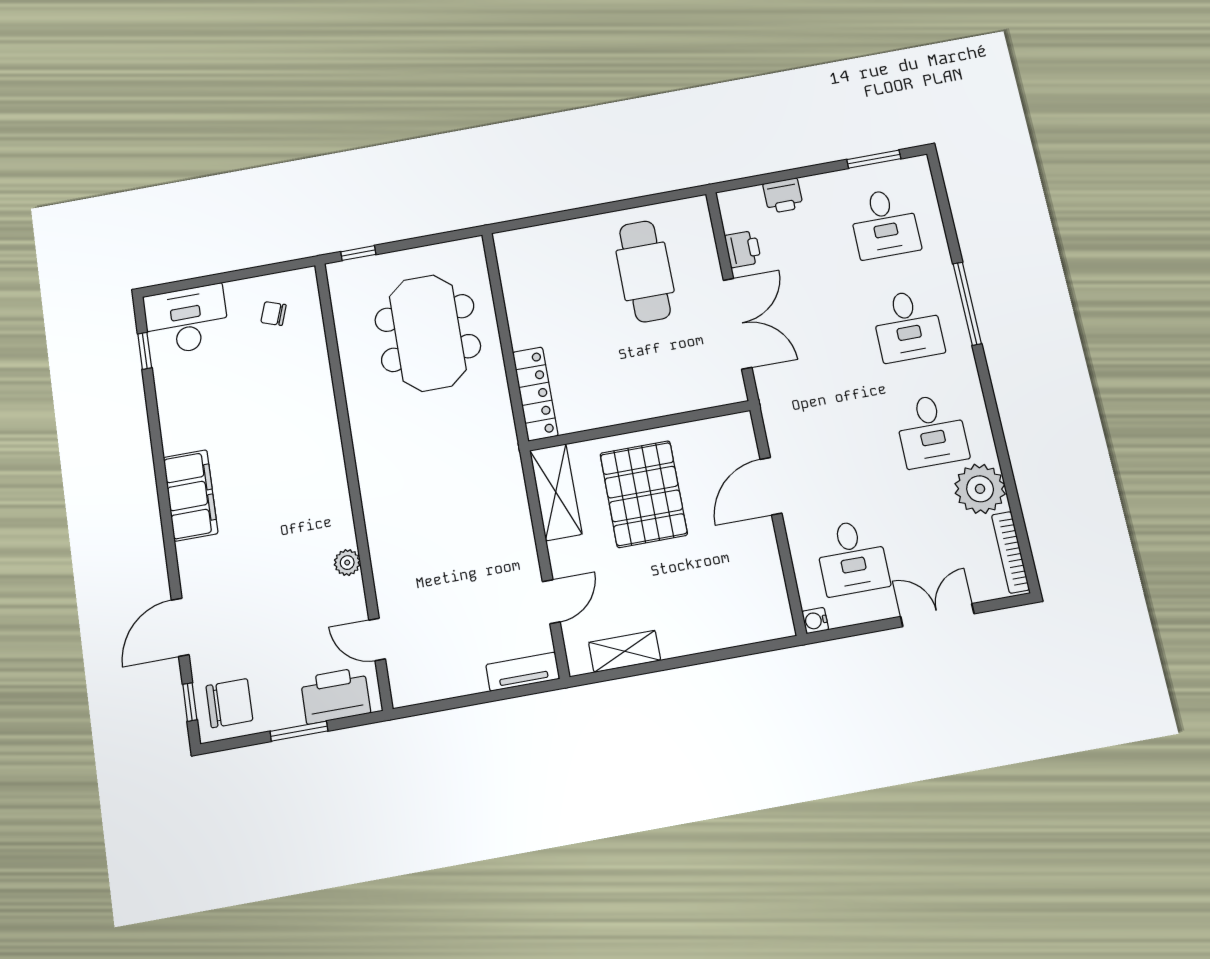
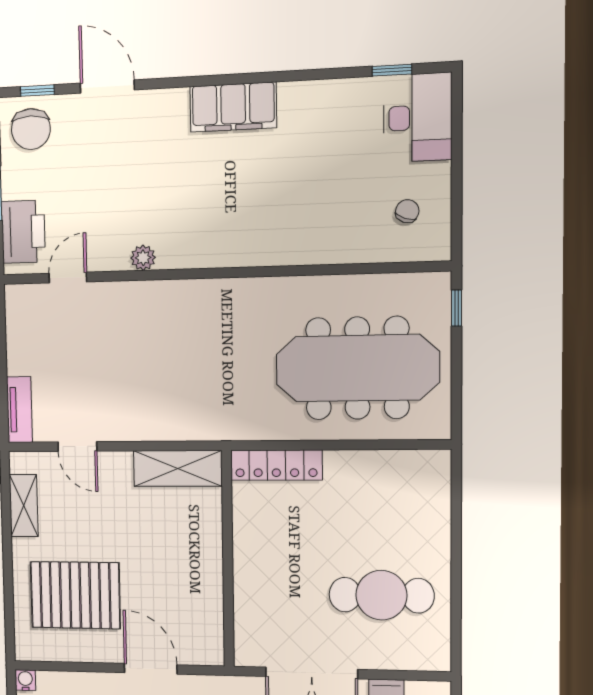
meeting table: (428, 333) -> (357, 368), width x1.36
pallet: (644, 494) -> (75, 595), moved

